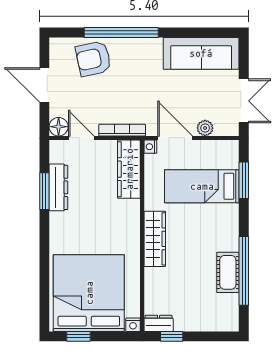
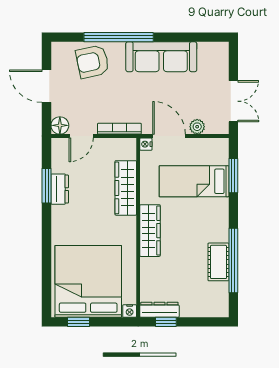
sofa: (201, 53) -> (161, 57), moved
door: (81, 138) -> (81, 136), swing flipped
wardrobe: (129, 169) -> (126, 188), moved
dresser: (58, 187) -> (60, 189), width x0.70
dresser: (159, 323) -> (159, 310), width x1.44

